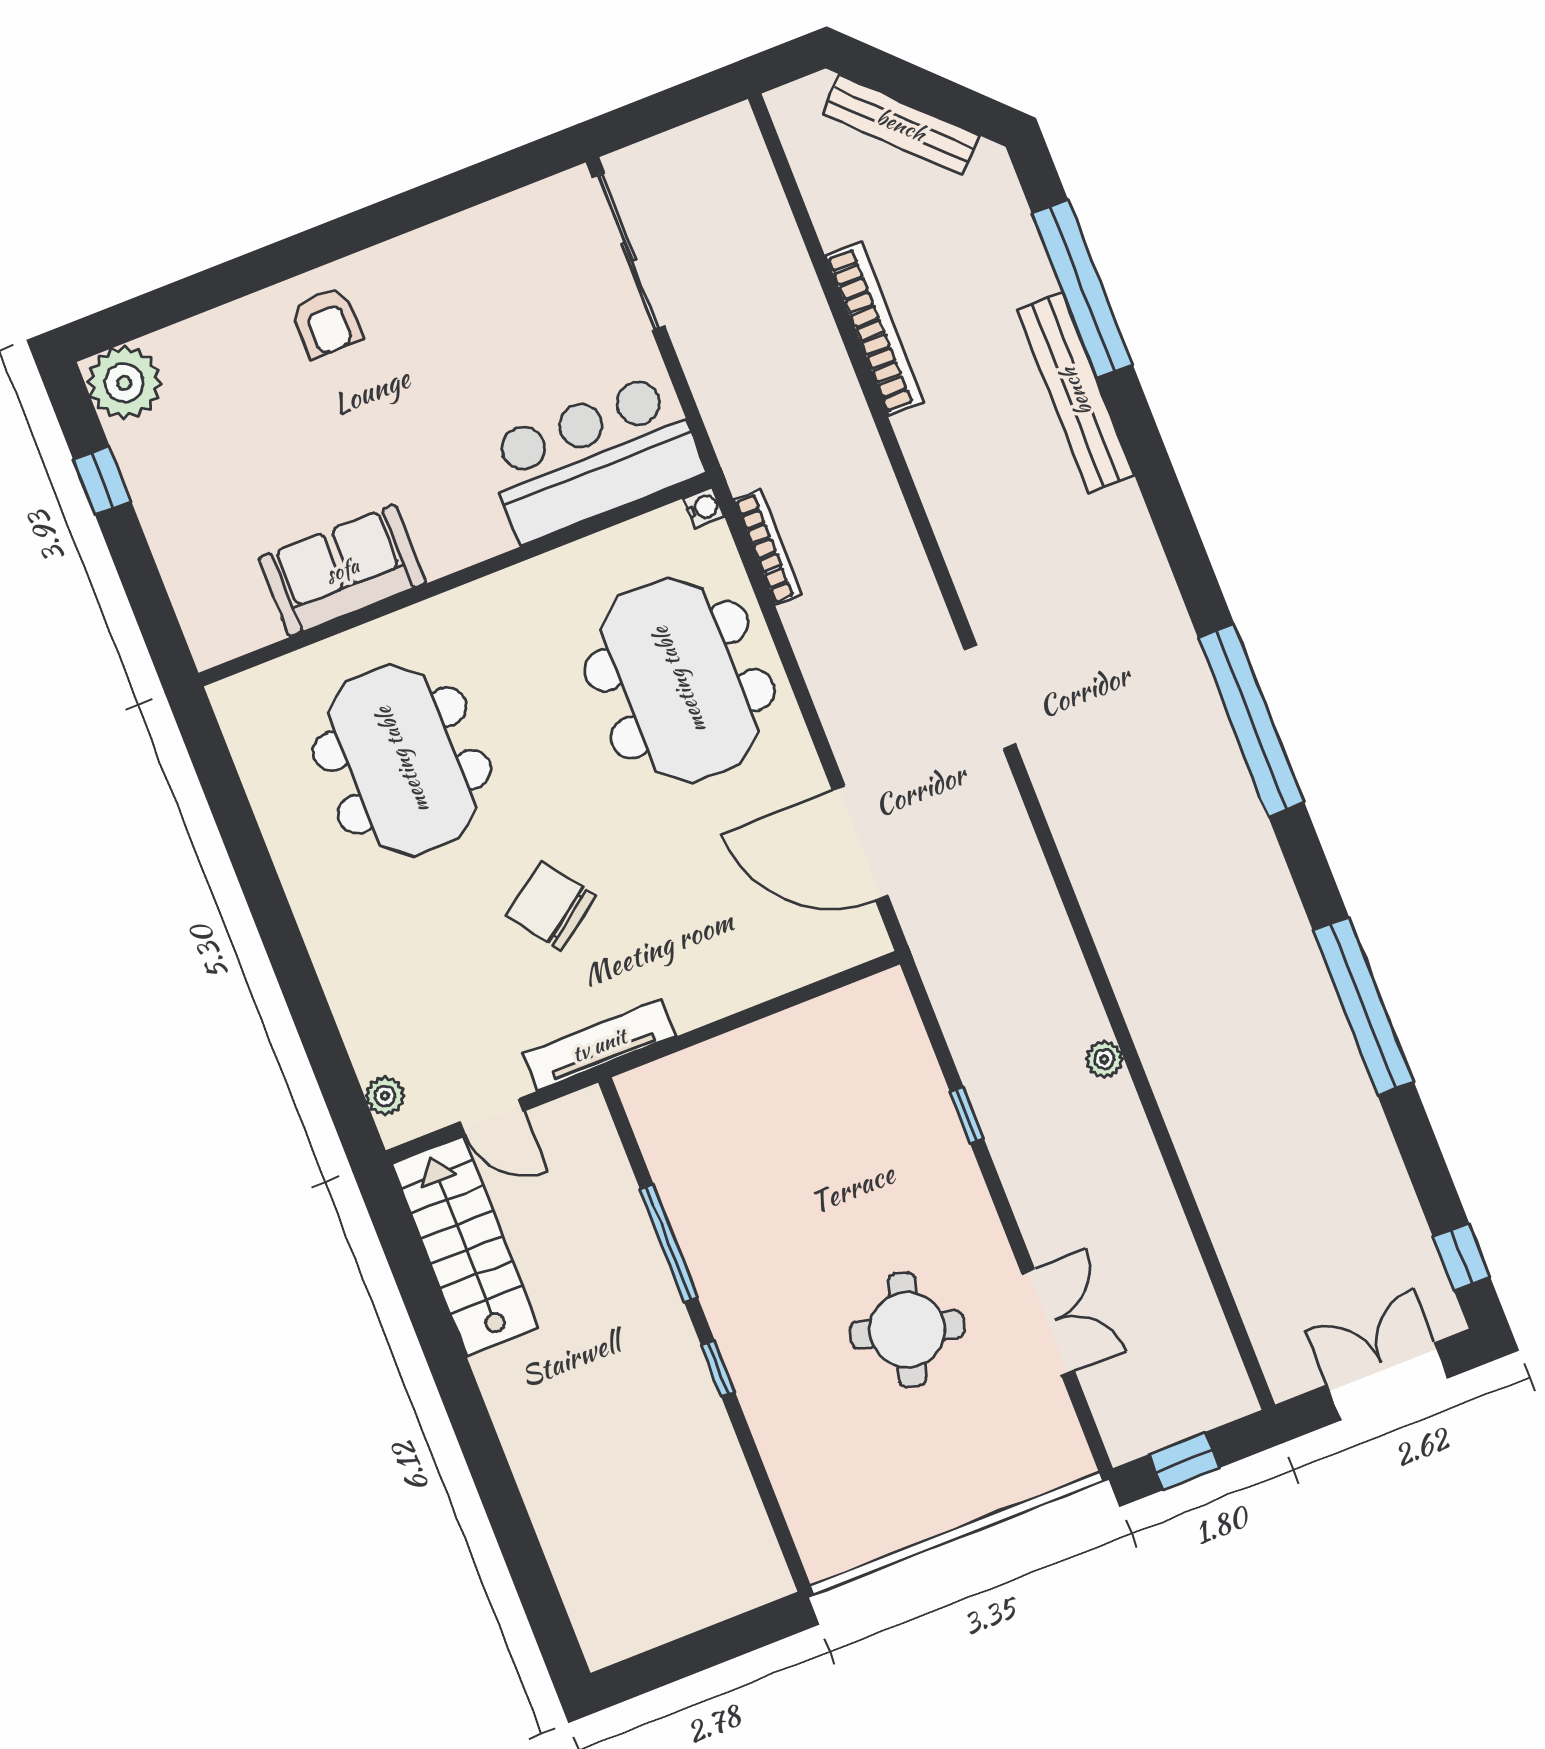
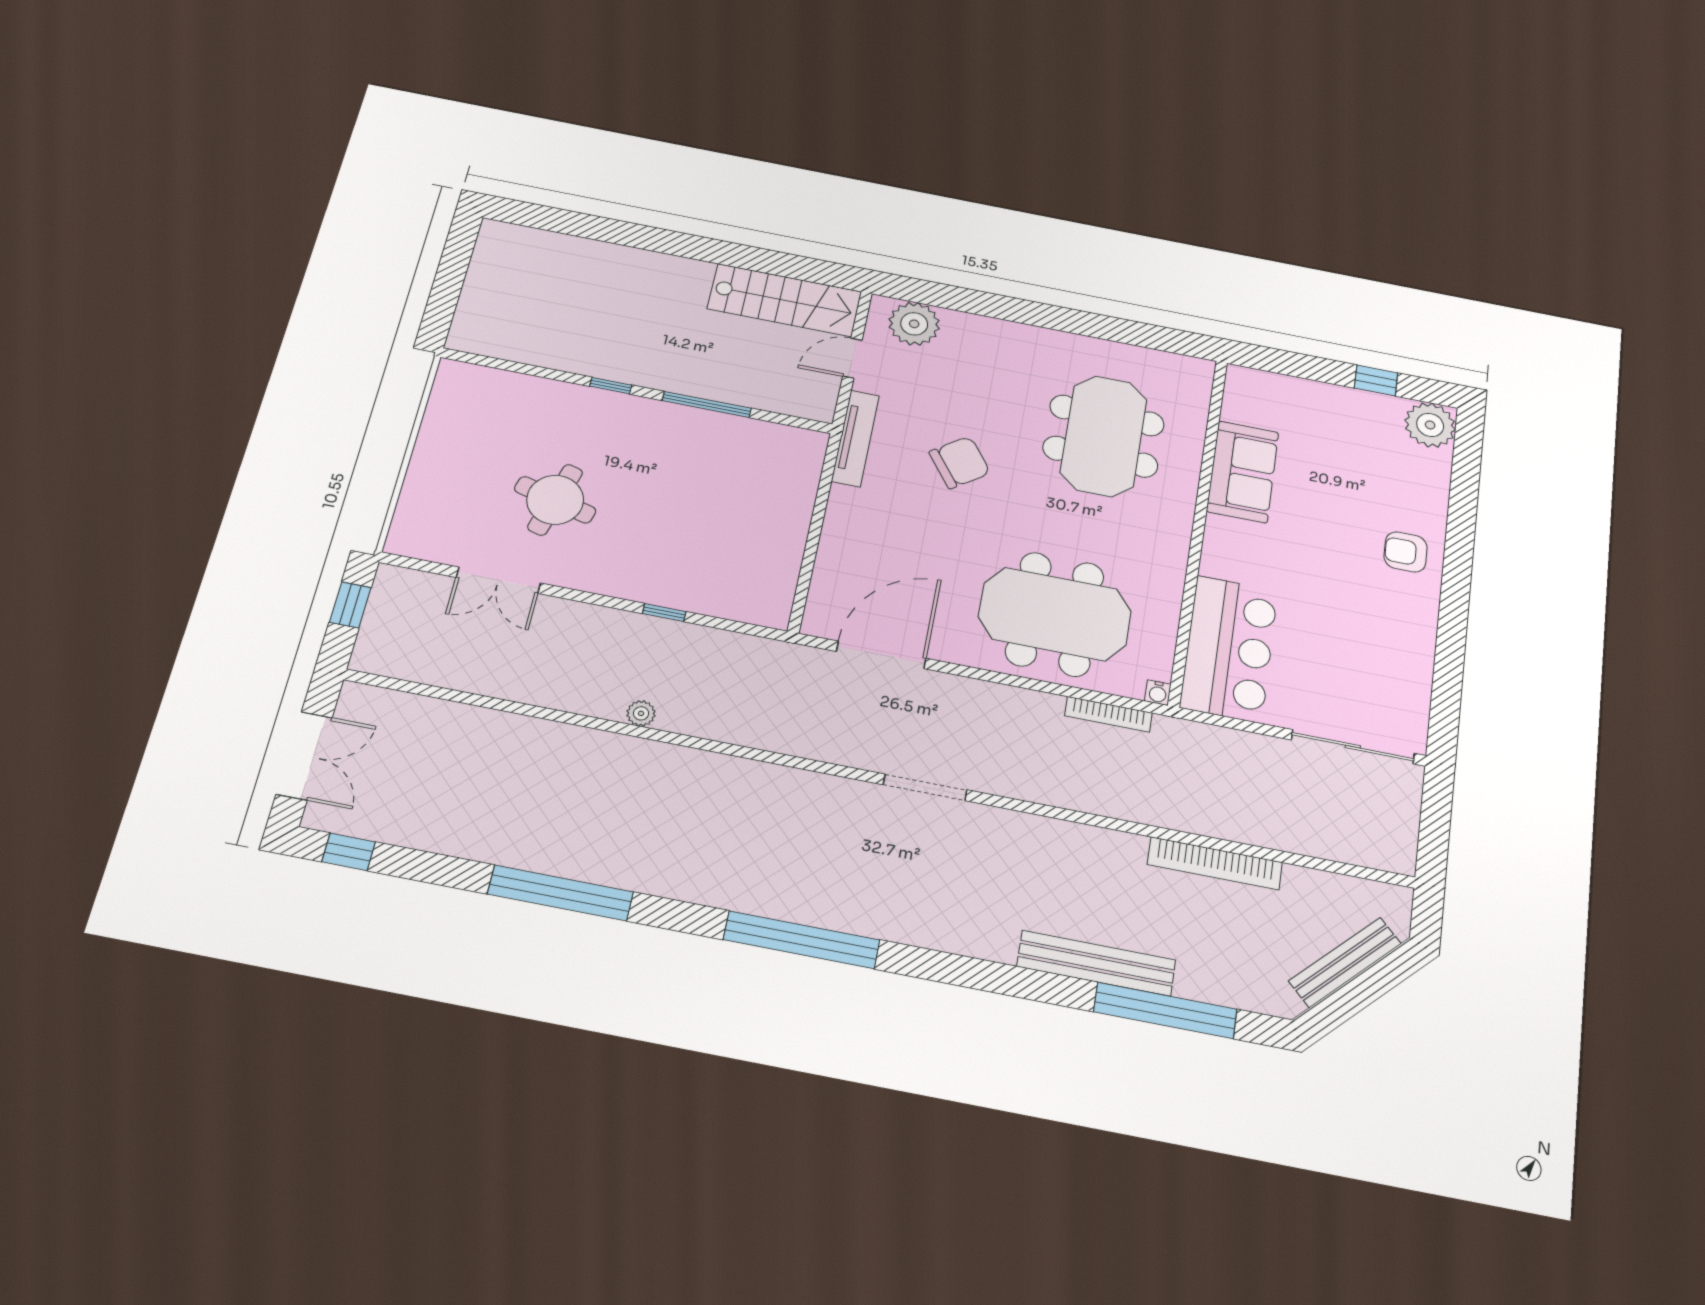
meeting table: (402, 760) -> (1104, 436), turned 90
plant: (385, 1096) -> (914, 324), width x1.87, depth x1.87

